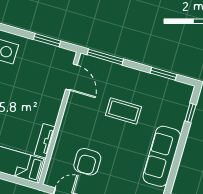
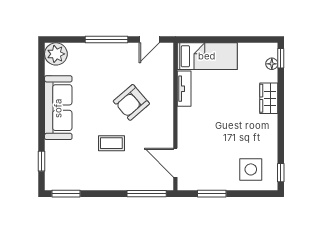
window: (163, 74) -> (66, 194), moved
coffee table: (123, 111) -> (111, 143), width x0.73, depth x0.77
armchair: (87, 162) -> (131, 102), moved, turned -131

